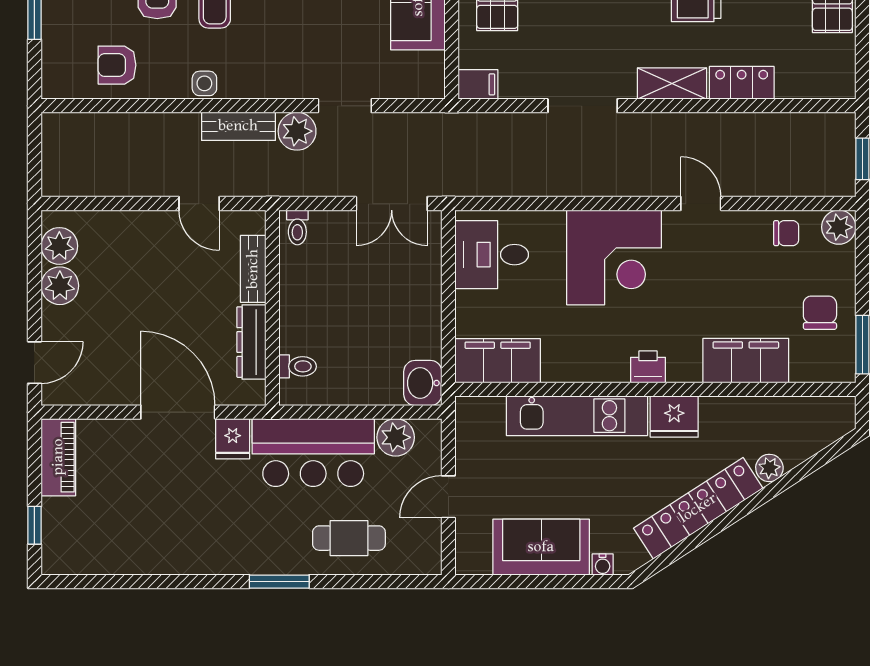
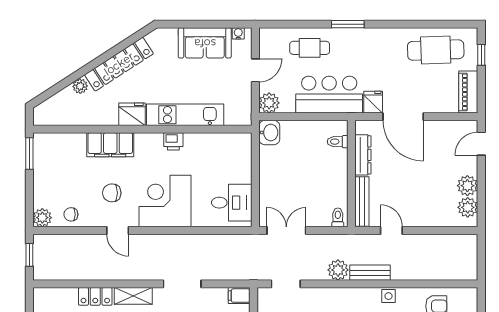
doorway: (345, 106) -> (286, 284), moved
bench: (253, 269) -> (362, 201), width x1.36
chair: (820, 313) -> (112, 193), moved, turned 90
filing cabinet: (498, 361) -> (228, 145), removed
filing cabinet: (746, 361) -> (110, 145), moved
printer: (648, 367) -> (173, 141), moved
plant: (396, 437) -> (269, 103), moved
cafe table: (118, 534) -> (436, 50), added
water cooler: (603, 565) -> (238, 33), moved

